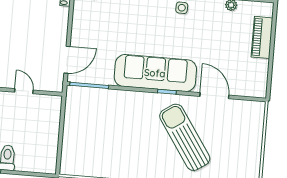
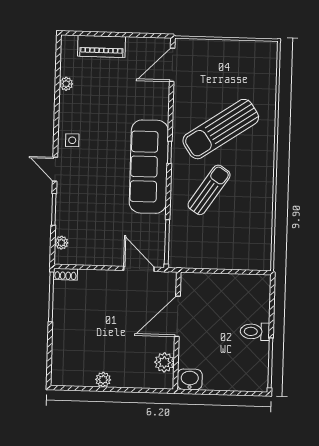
door: (24, 91) -> (177, 316), width x1.87
door: (214, 96) -> (172, 65), moved
sun lounger: (132, 124) -> (209, 190), added

